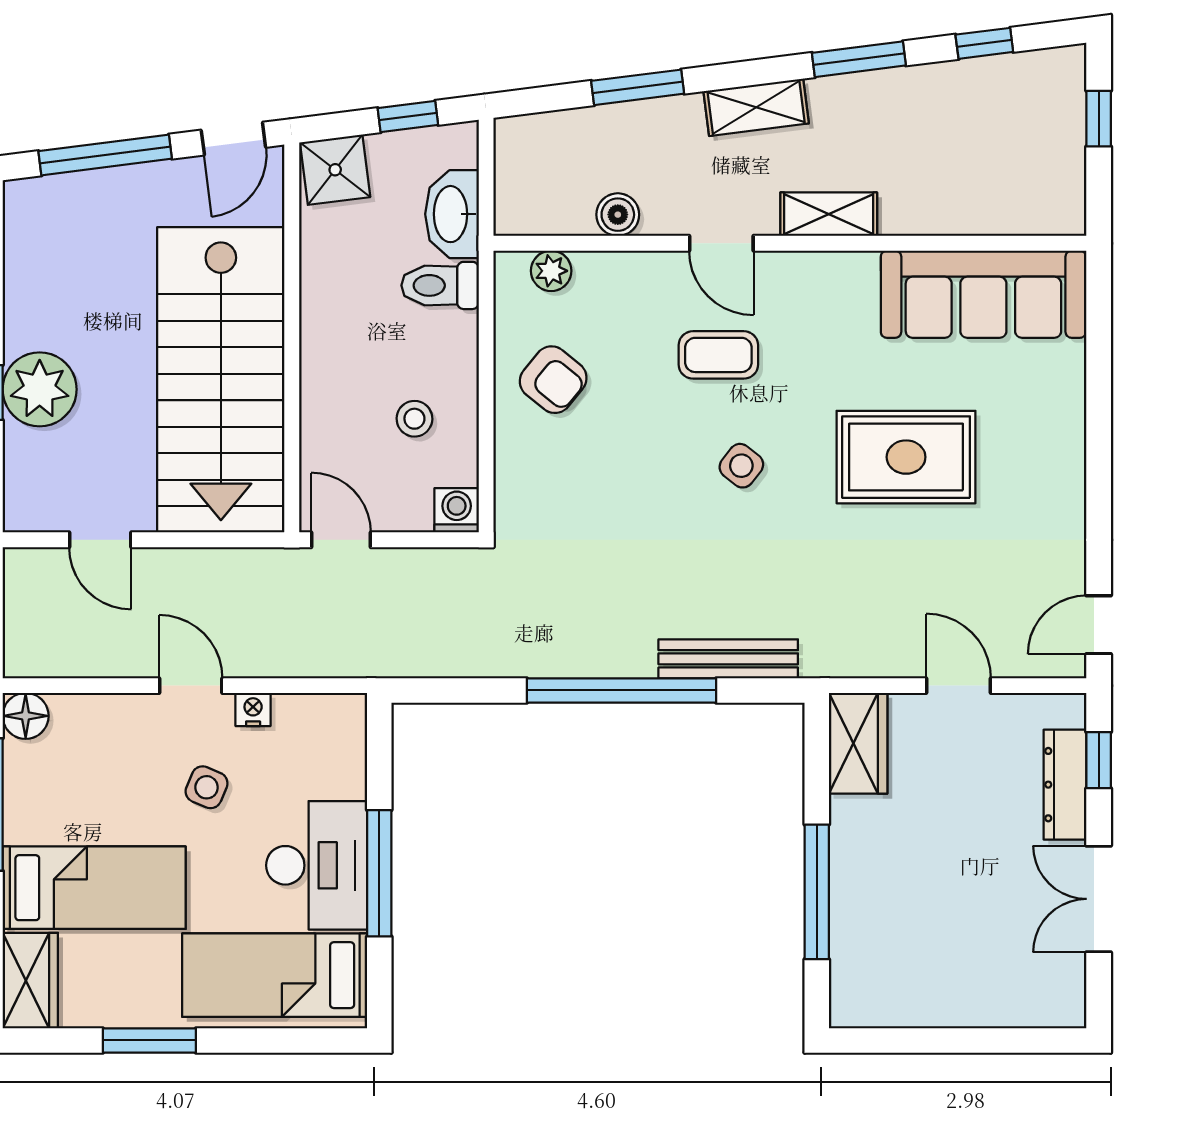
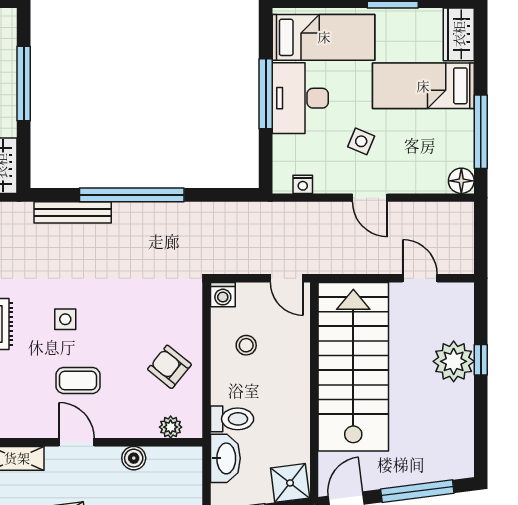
side table: (741, 466) -> (65, 319), turned -38
nightstand: (253, 709) -> (303, 184), moved

